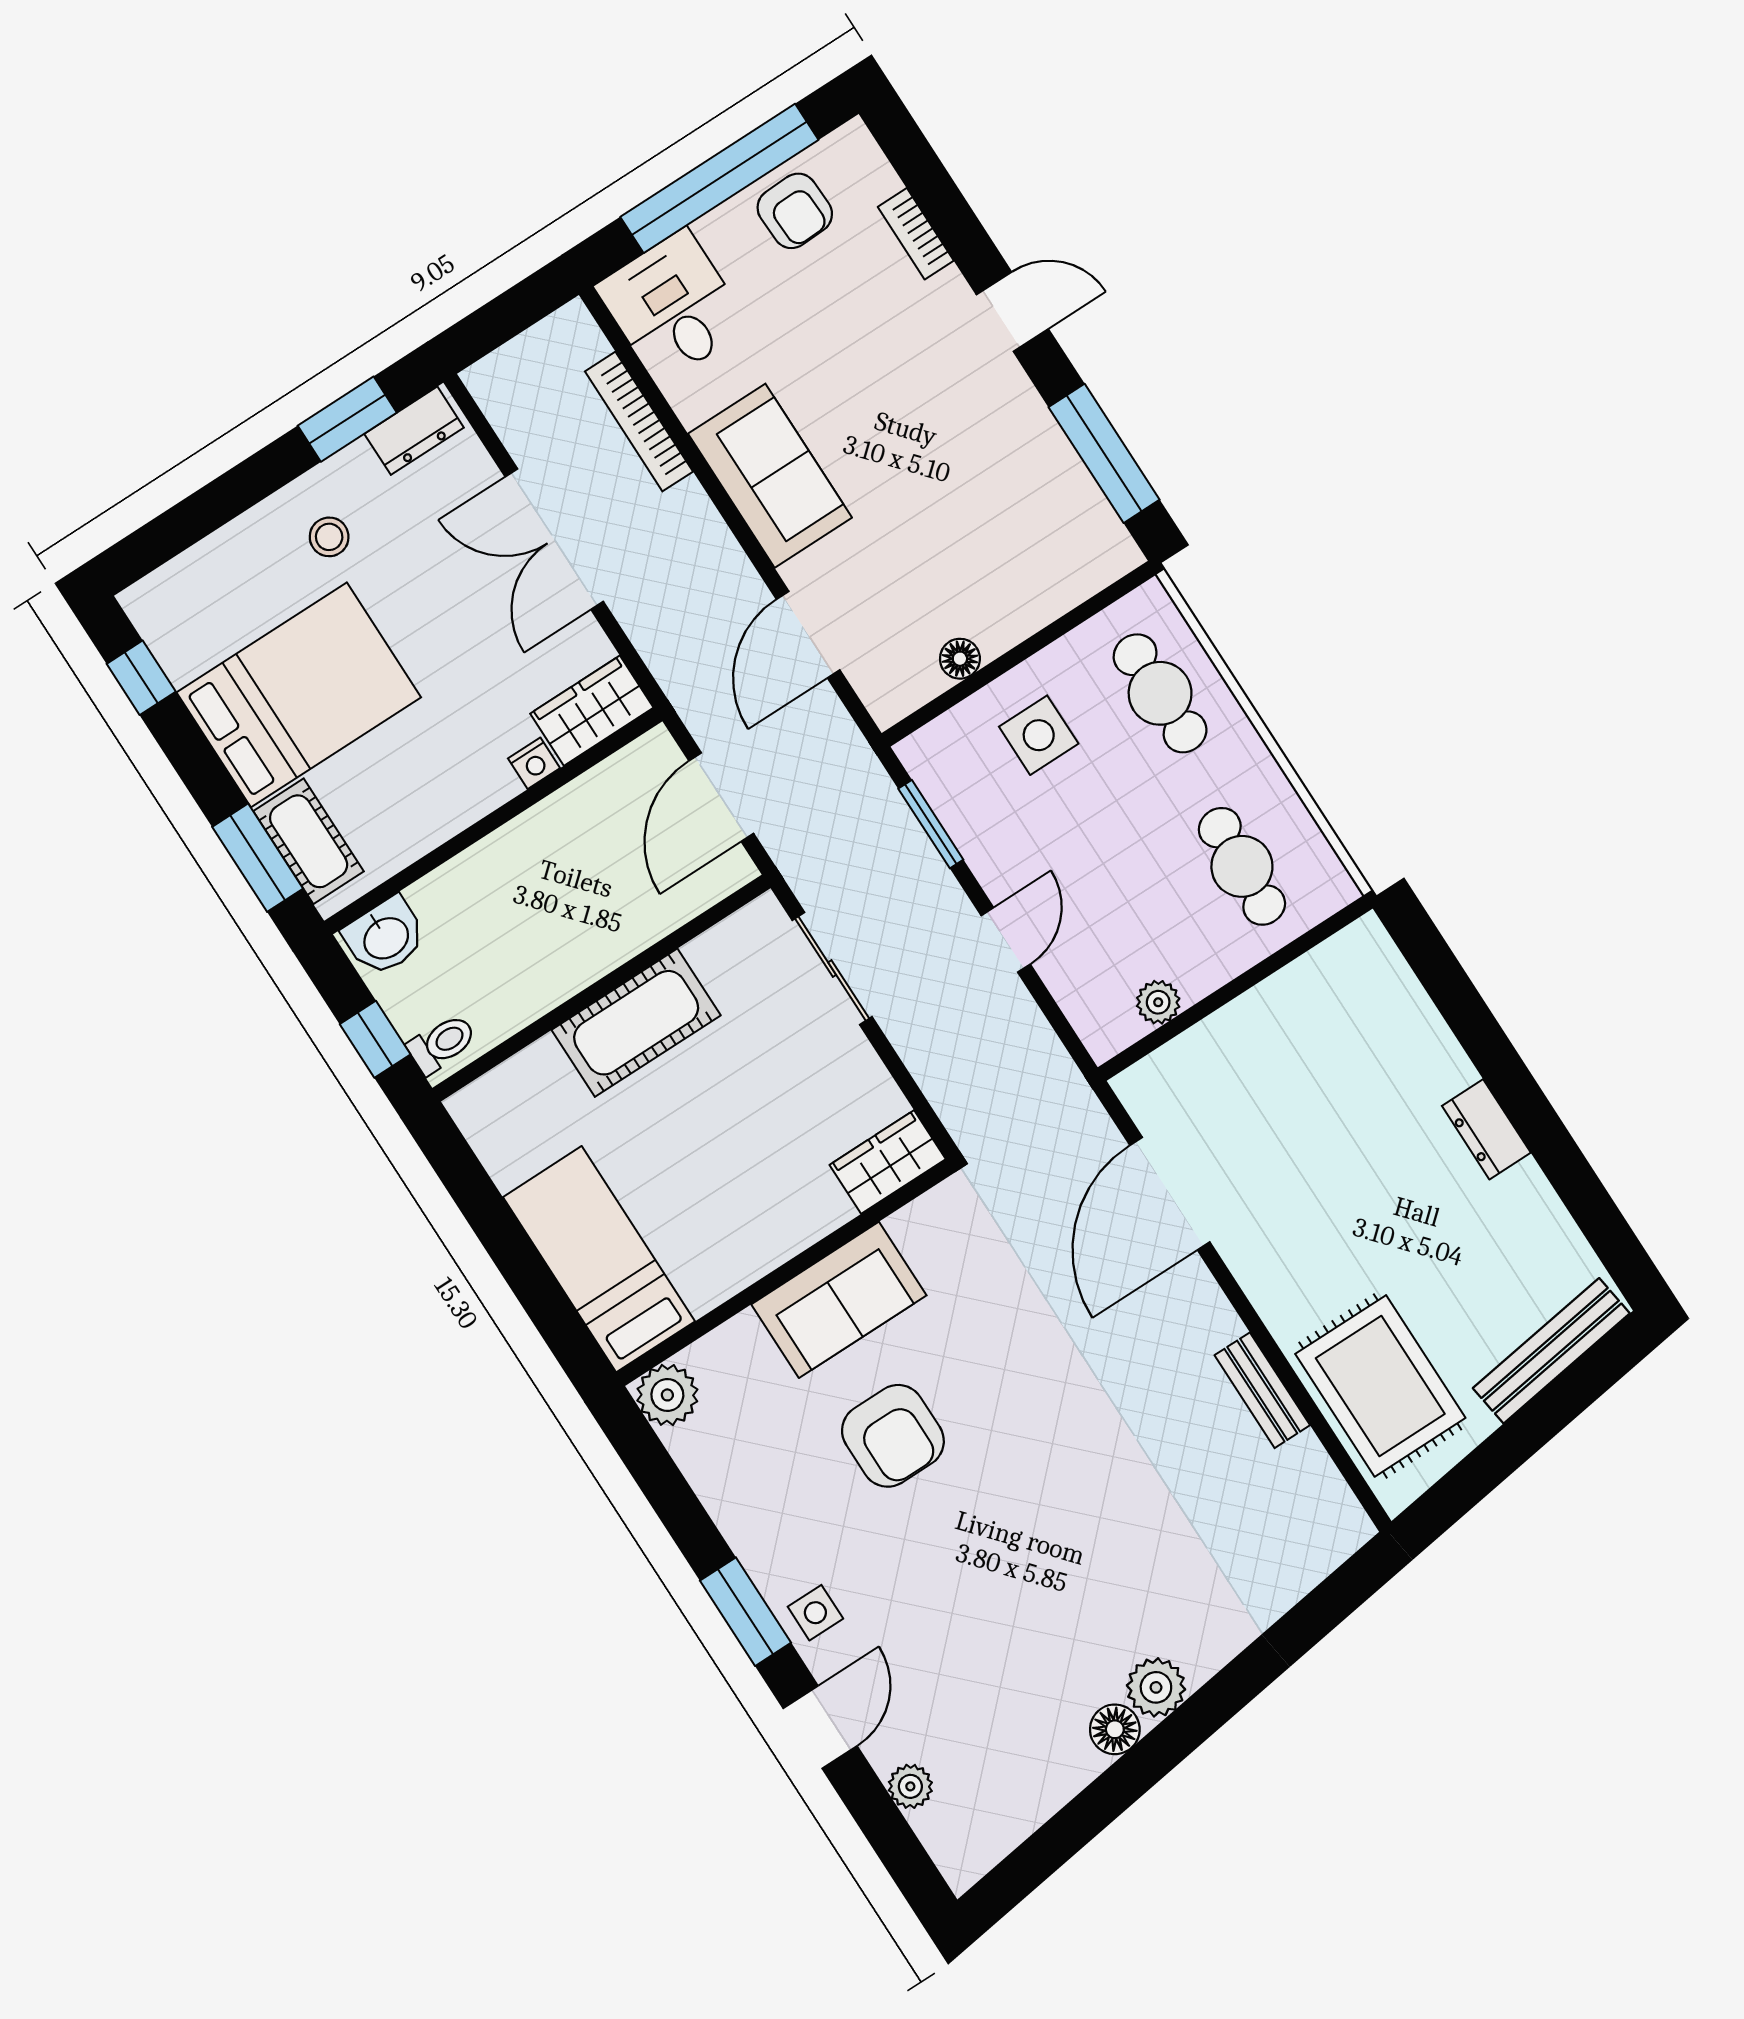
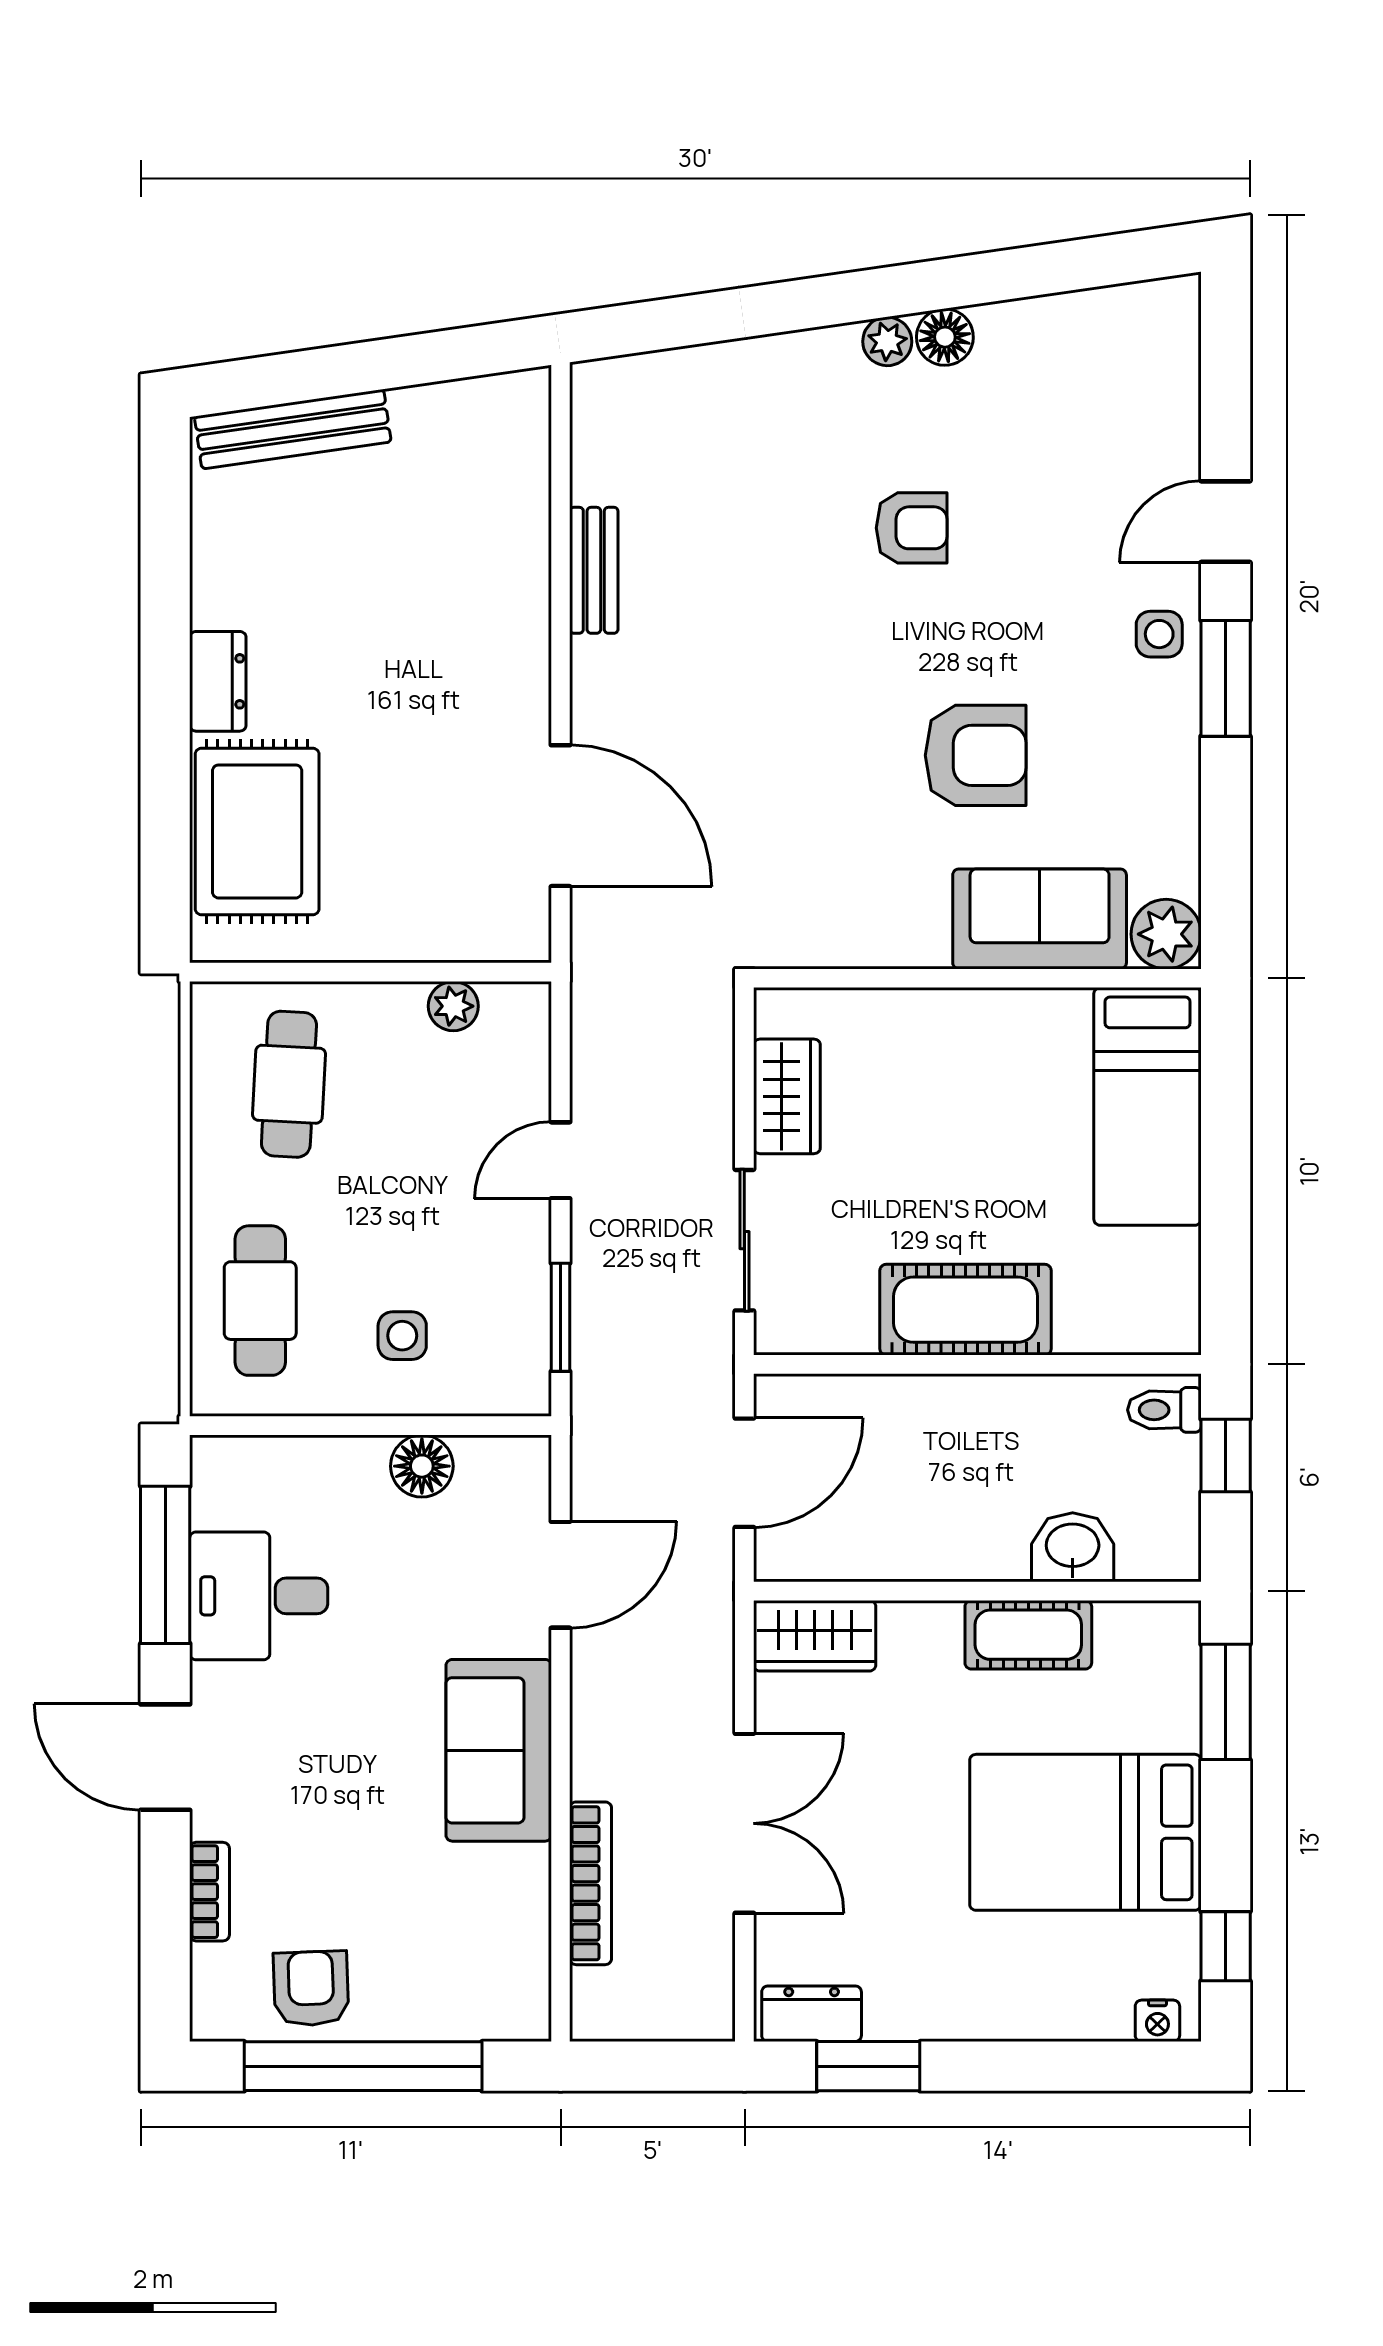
desk: (672, 306) -> (259, 1596), moved, turned 90
door: (1012, 312) -> (165, 1757), width x1.38
stool: (329, 537) -> (959, 1965), removed
floor lamp: (960, 659) -> (422, 1466), width x1.37, depth x1.37
side table: (1039, 735) -> (402, 1336), width x0.73, depth x0.73
nightstand: (534, 763) -> (1157, 2021), moved, turned 180
cot: (309, 841) -> (1028, 1635), moved, turned 90
washbasin: (385, 937) -> (1073, 1547), moved
wardrobe: (888, 1162) -> (787, 1096), moved, turned -90
door: (1170, 1194) -> (561, 816), hinge flipped
sofa: (839, 1300) -> (1040, 919), moved
rug: (1380, 1386) -> (257, 831), moved
armchair: (893, 1436) -> (976, 755), turned 90
armchair: (1048, 1573) -> (912, 528), added
plant: (1156, 1687) -> (887, 341), width x0.73, depth x0.73
plant: (910, 1786) -> (1176, 409), removed

